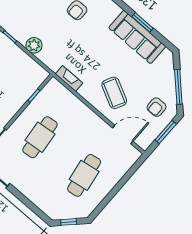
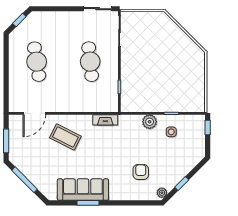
side table: (23, 22) -> (171, 132), added
armchair: (157, 107) -> (27, 153), removed

